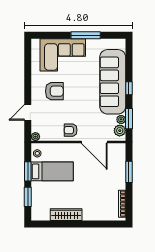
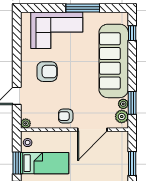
window: (129, 88) -> (132, 33), moved
door: (94, 142) -> (92, 130), hinge flipped

